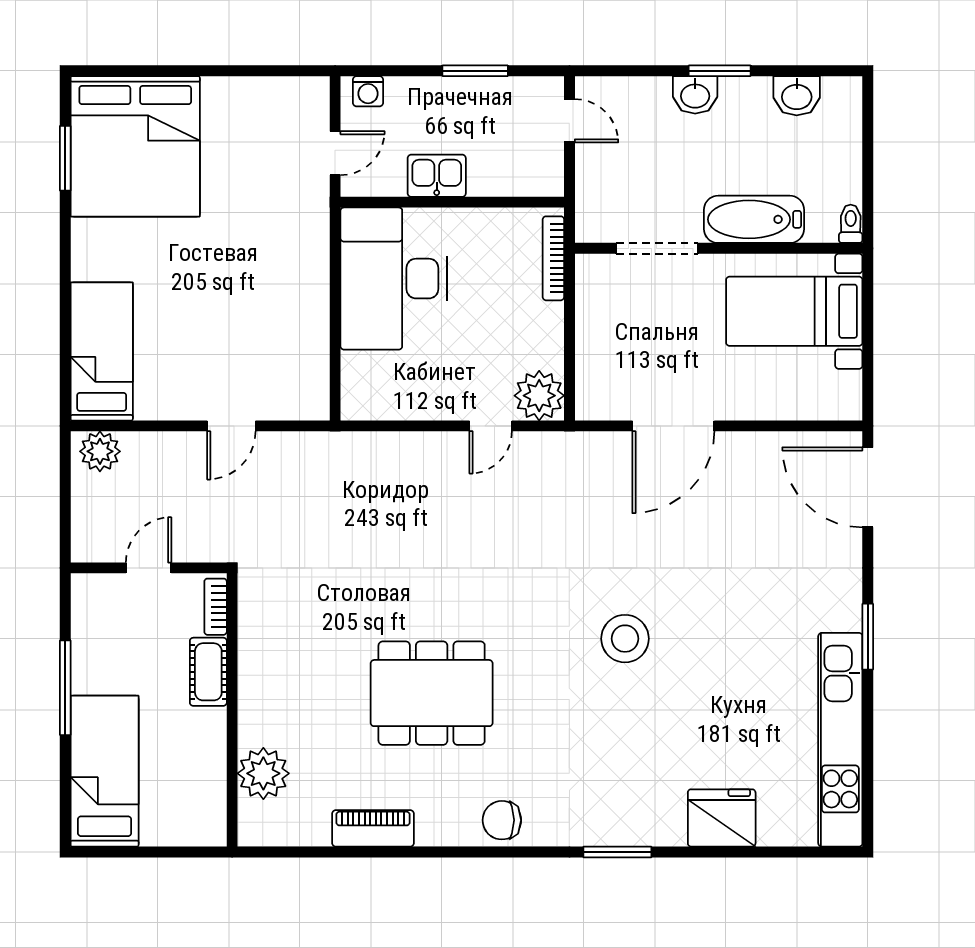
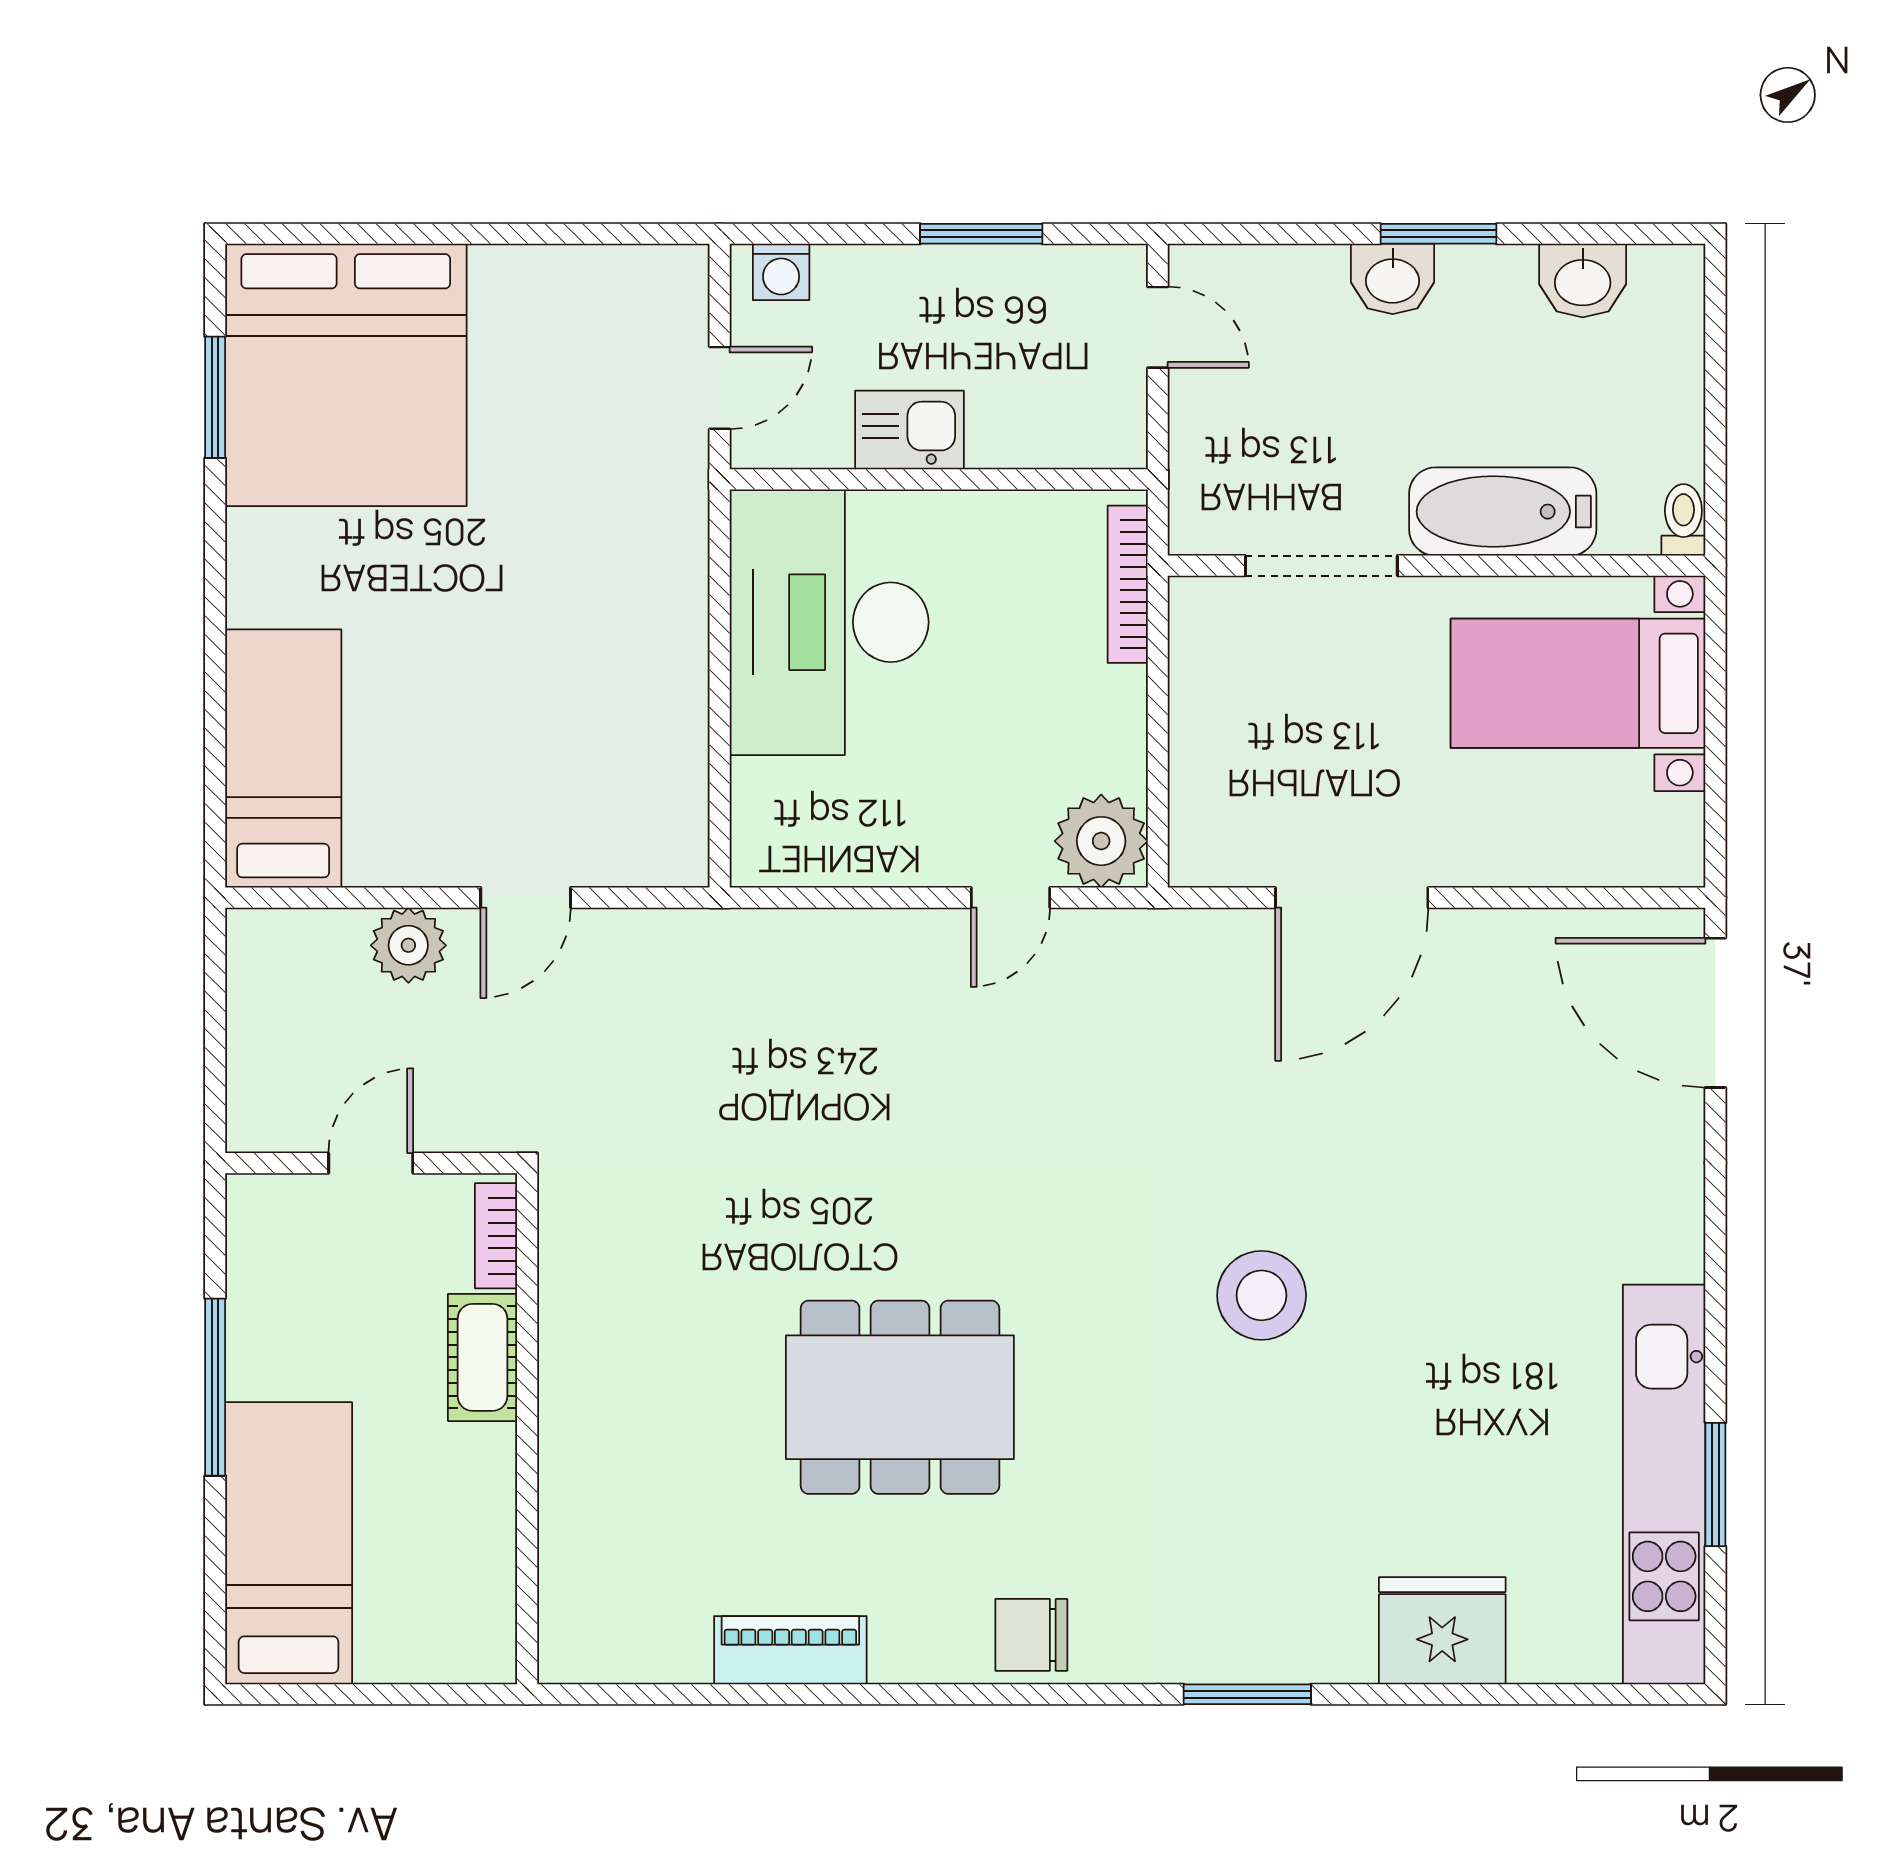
plant: (100, 451) -> (408, 945), moved
window: (868, 637) -> (1715, 1484), moved
plant: (263, 773) -> (585, 1548), removed

